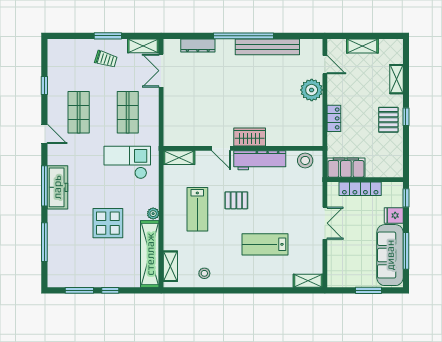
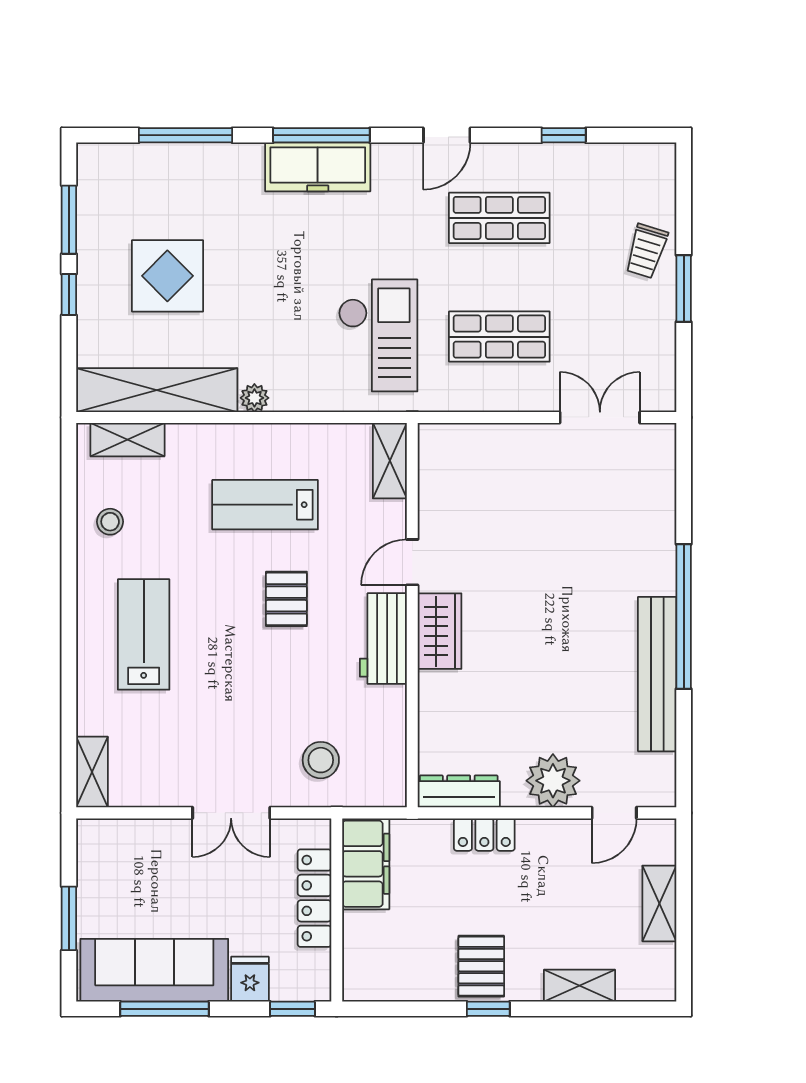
shelving: (143, 46) -> (660, 374), removed
dresser: (198, 46) -> (459, 791), moved, turned 90
trolley: (106, 59) -> (646, 251), moved
pallet: (388, 120) -> (481, 966), turned 90
workbench: (260, 160) -> (383, 639), width x0.73
stool: (305, 160) -> (321, 760), moved
display table: (108, 223) -> (167, 276), moved
lab bench: (265, 244) -> (144, 634), moved

